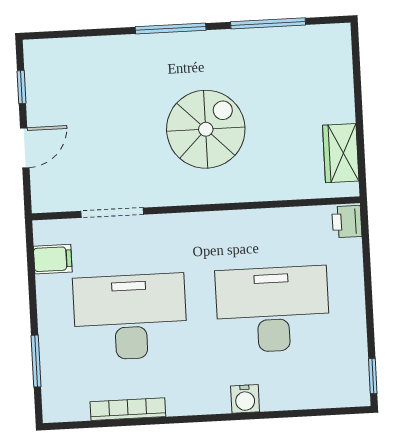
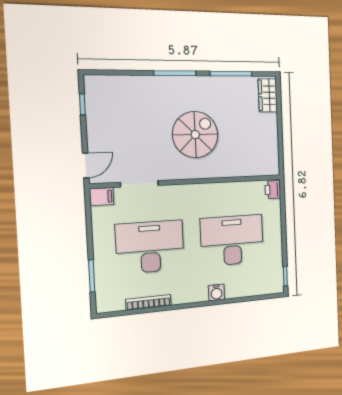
door: (25, 148) -> (86, 165), moved
wardrobe: (341, 153) -> (268, 95), moved
filing cabinet: (53, 259) -> (102, 197), moved

